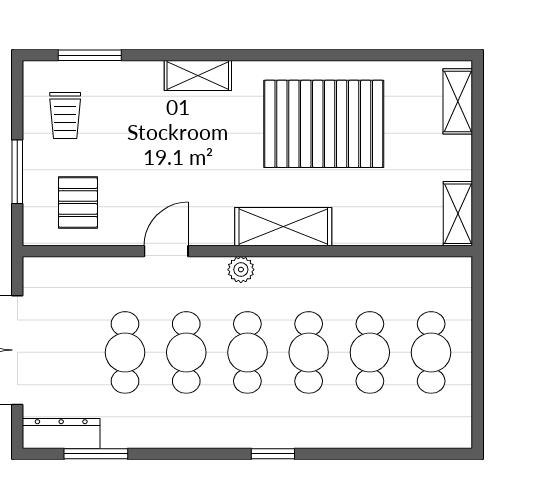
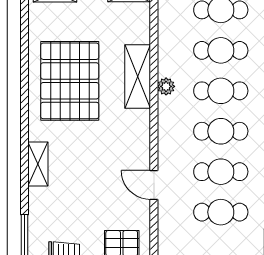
shelving: (283, 227) -> (138, 76), moved
plant: (241, 270) -> (166, 86), moved

